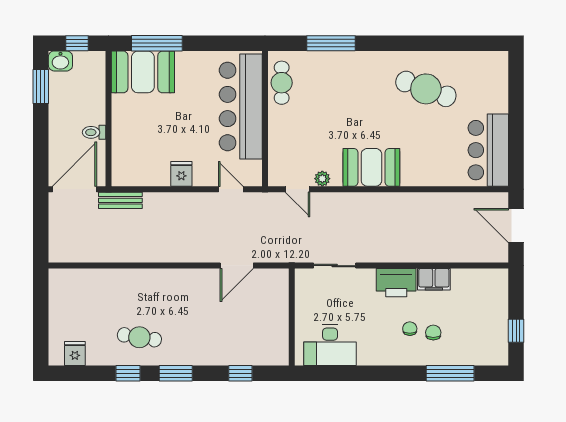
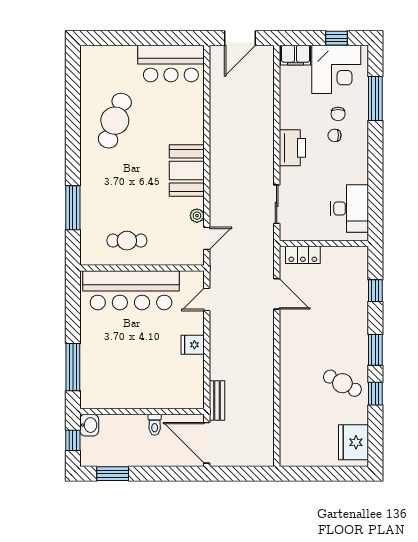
washbasin: (60, 61) -> (89, 425), moved
booth: (143, 72) -> (99, 380), removed
cafe table: (282, 83) -> (127, 241), moved
filing cabinet: (434, 279) -> (296, 55), moved, turned 90
locker: (279, 294) -> (303, 255), added
corner desk: (482, 331) -> (336, 69), added
chair: (433, 333) -> (338, 114), turned -90
cafe table: (139, 337) -> (342, 383), turned -71
fridge: (75, 354) -> (354, 442), width x1.88, depth x1.34

